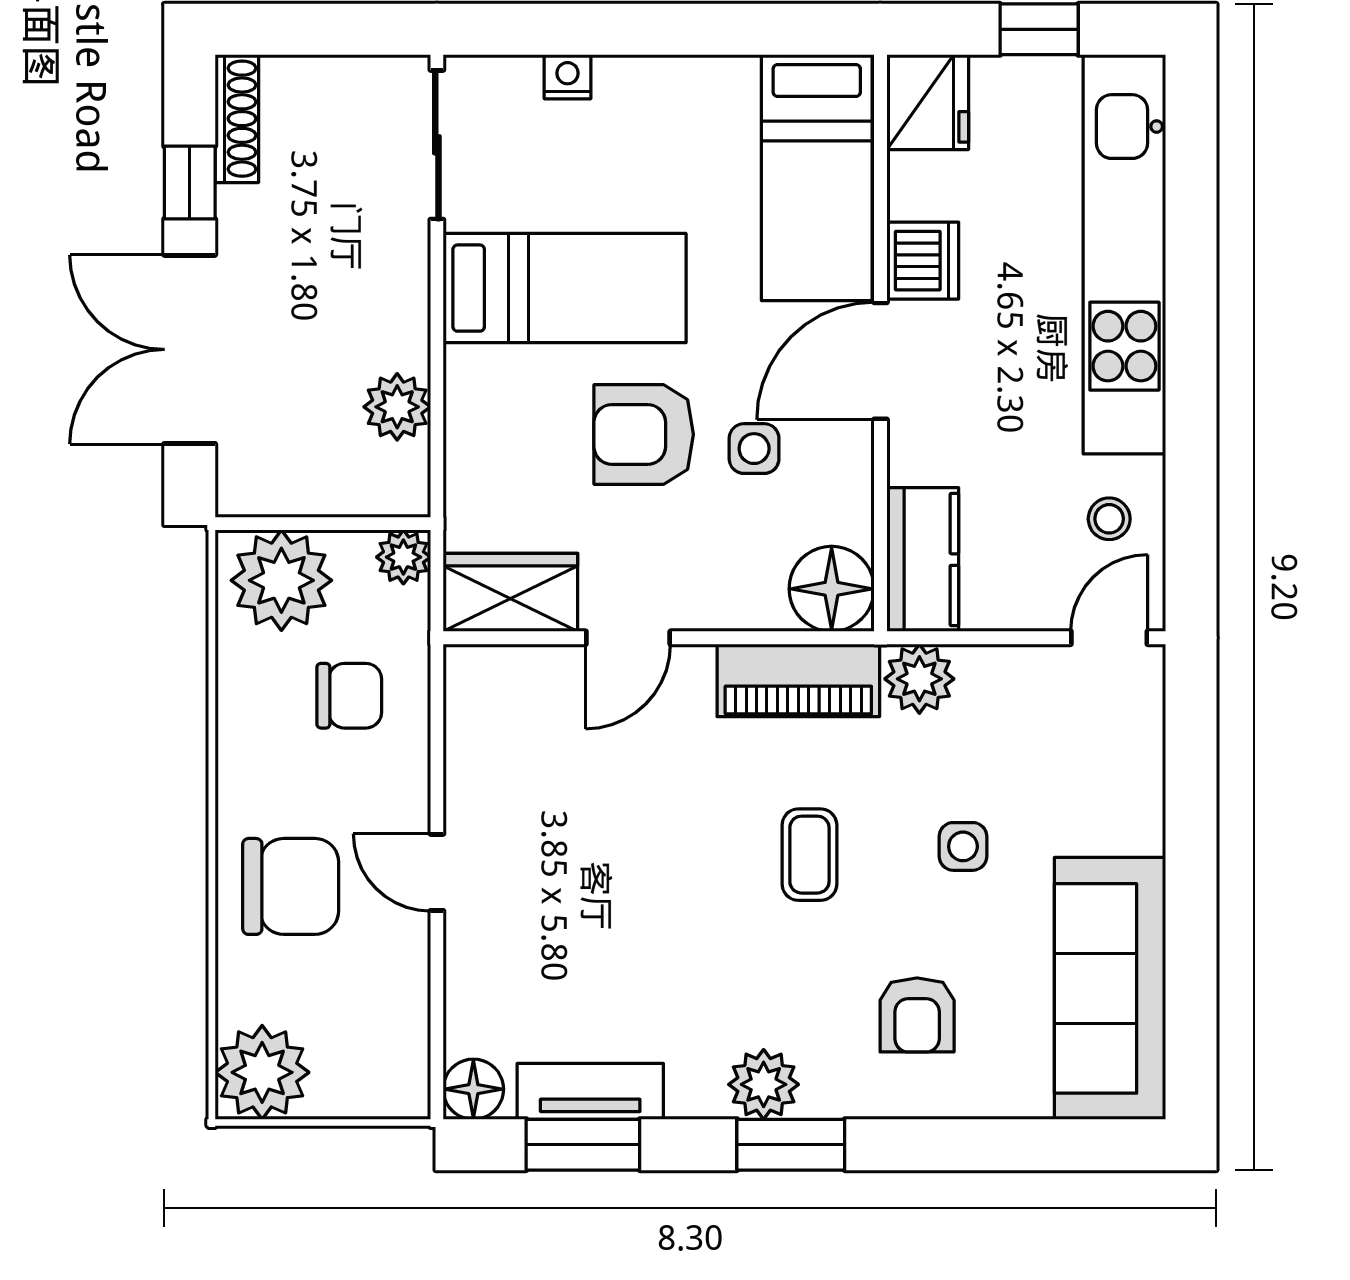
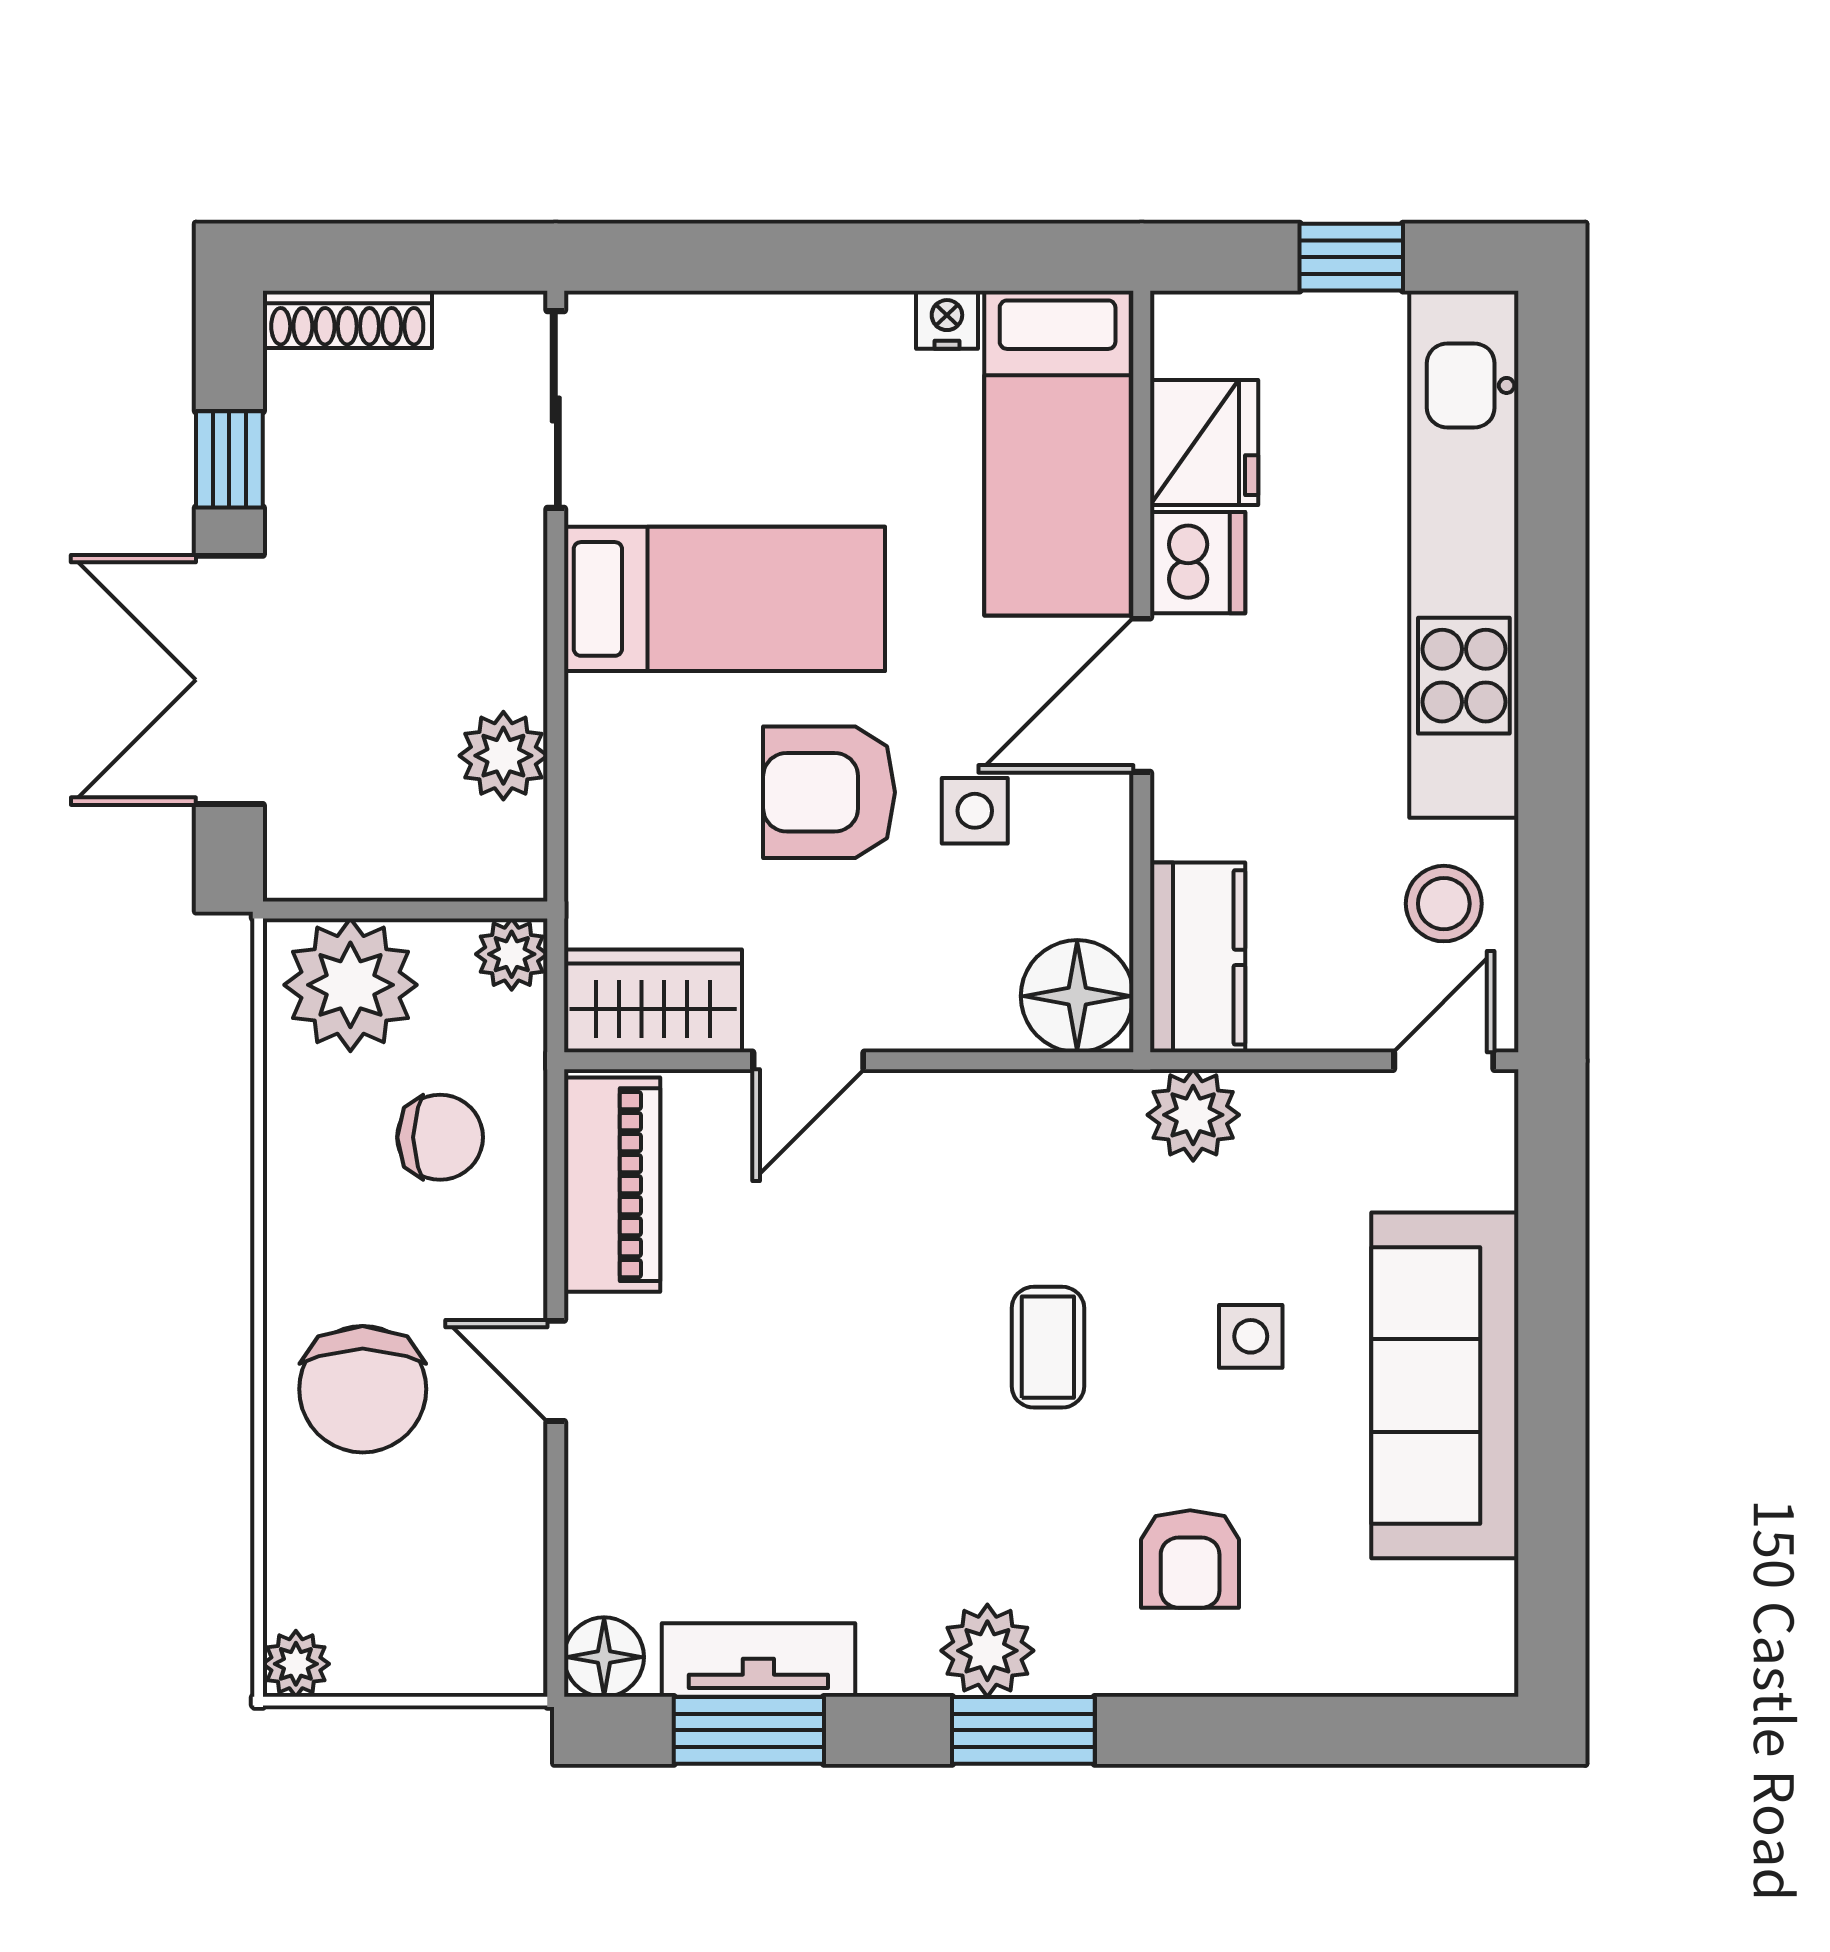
nightstand: (568, 77) -> (947, 320), moved
fridge: (928, 102) -> (1204, 442), moved
shoe rack: (237, 119) -> (347, 319), moved, turned 90
stool: (1109, 519) -> (1444, 904), width x1.37, depth x1.37
piano: (798, 680) -> (612, 1185), moved, turned -90
chair: (291, 886) -> (363, 1389), turned 90
sofa: (1110, 988) -> (1445, 1385), moved
plant: (262, 1072) -> (296, 1664), width x0.53, depth x0.53

